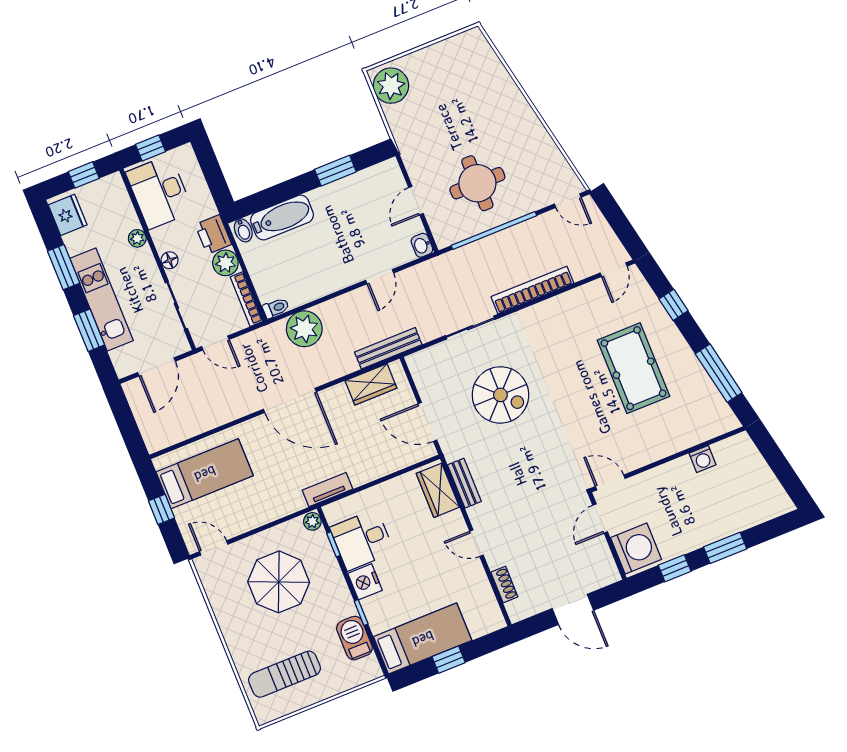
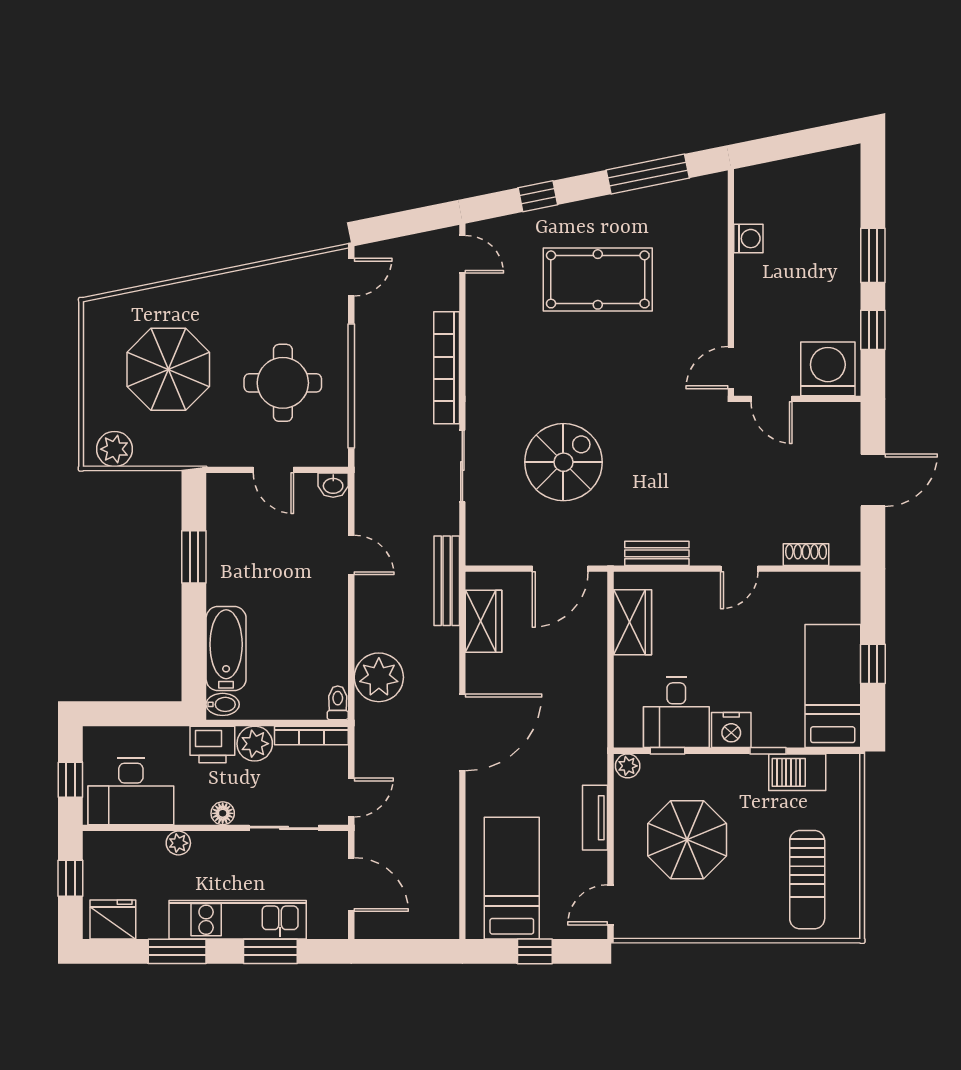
plant: (391, 86) -> (115, 449), width x0.73, depth x0.73
parasol: (455, 102) -> (168, 369), added
tv unit: (327, 490) -> (595, 818), moved
wardrobe: (438, 490) -> (633, 622), moved, turned -90

